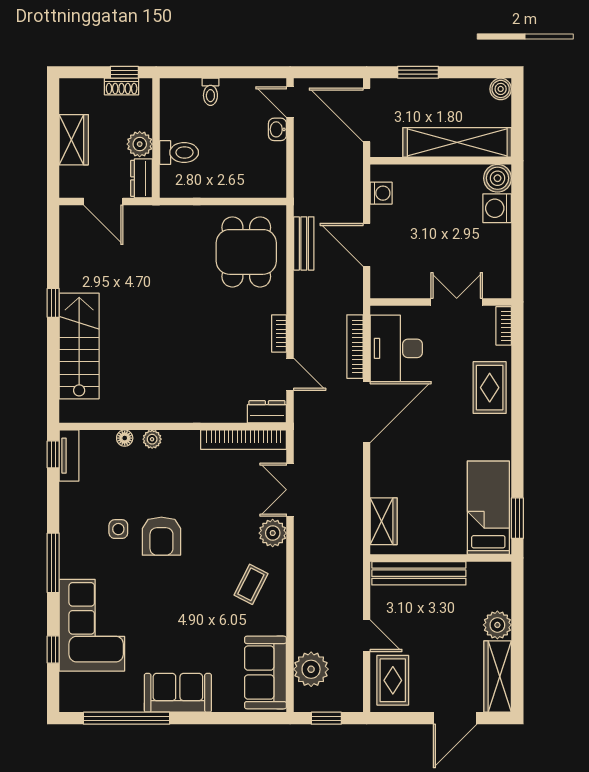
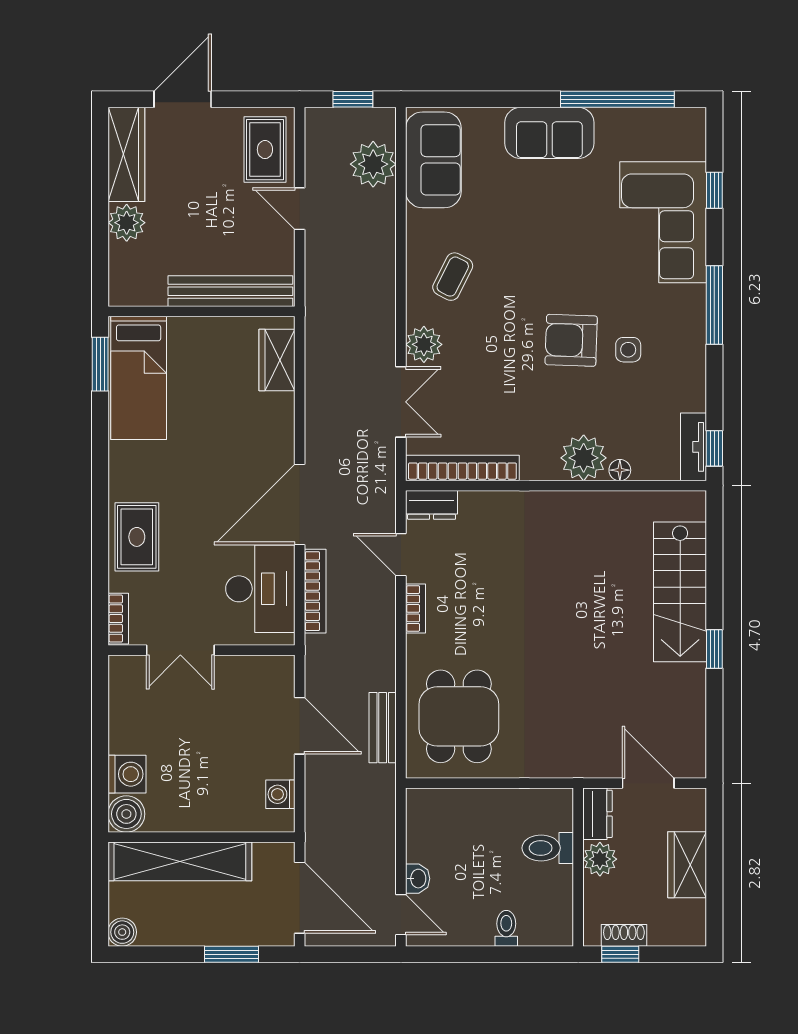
plant: (152, 439) -> (584, 458), width x1.88, depth x1.88
armchair: (161, 536) -> (571, 340), turned -88

